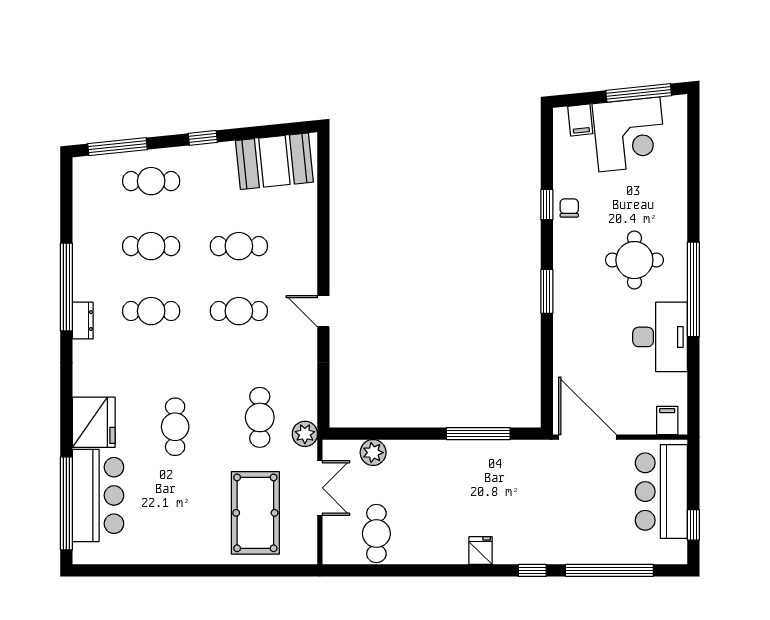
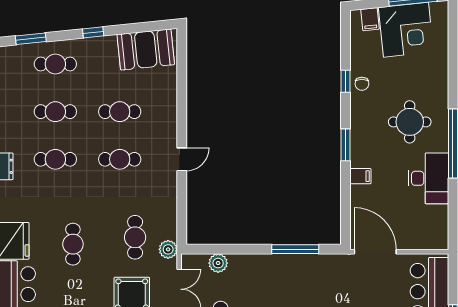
window: (118, 147) -> (31, 39), width x0.69
chair: (569, 208) -> (362, 84), turned 180
door: (323, 311) -> (182, 159), swing flipped
filing cabinet: (667, 421) -> (360, 176), moved, turned 90

